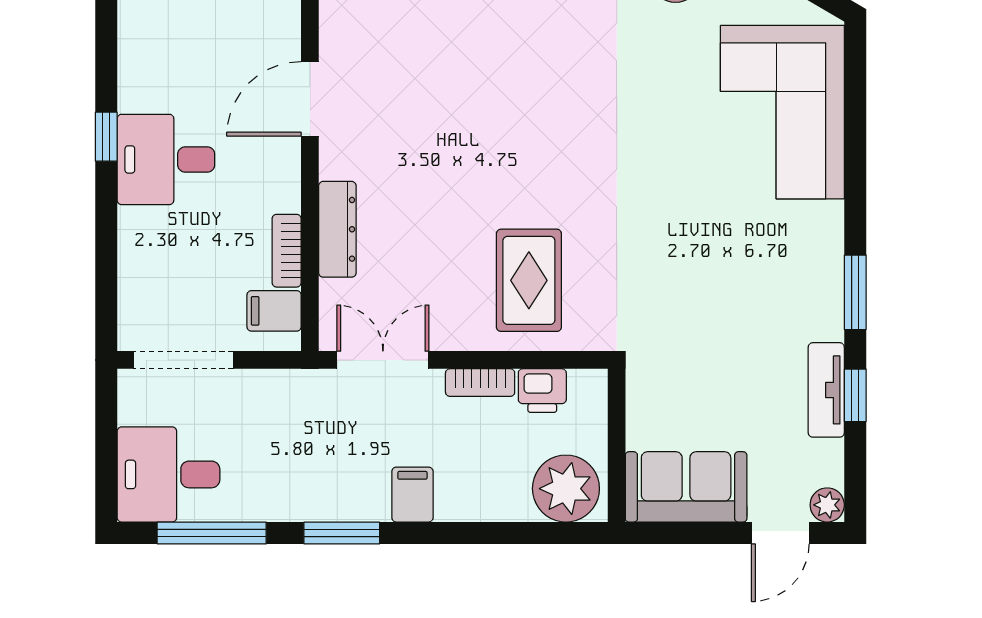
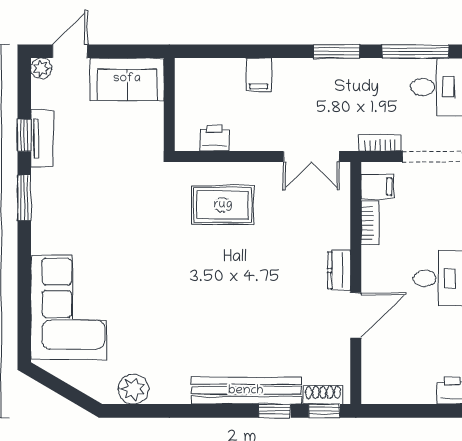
dresser: (337, 229) -> (339, 270), moved, width x0.70
rug: (529, 280) -> (223, 205), turned 90
bookcase: (480, 383) -> (380, 143), moved
plant: (566, 489) -> (200, 78), removed
filing cabinet: (412, 495) -> (259, 75), moved

